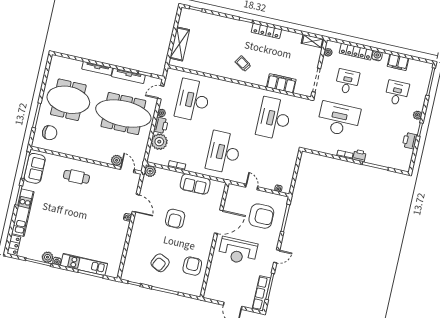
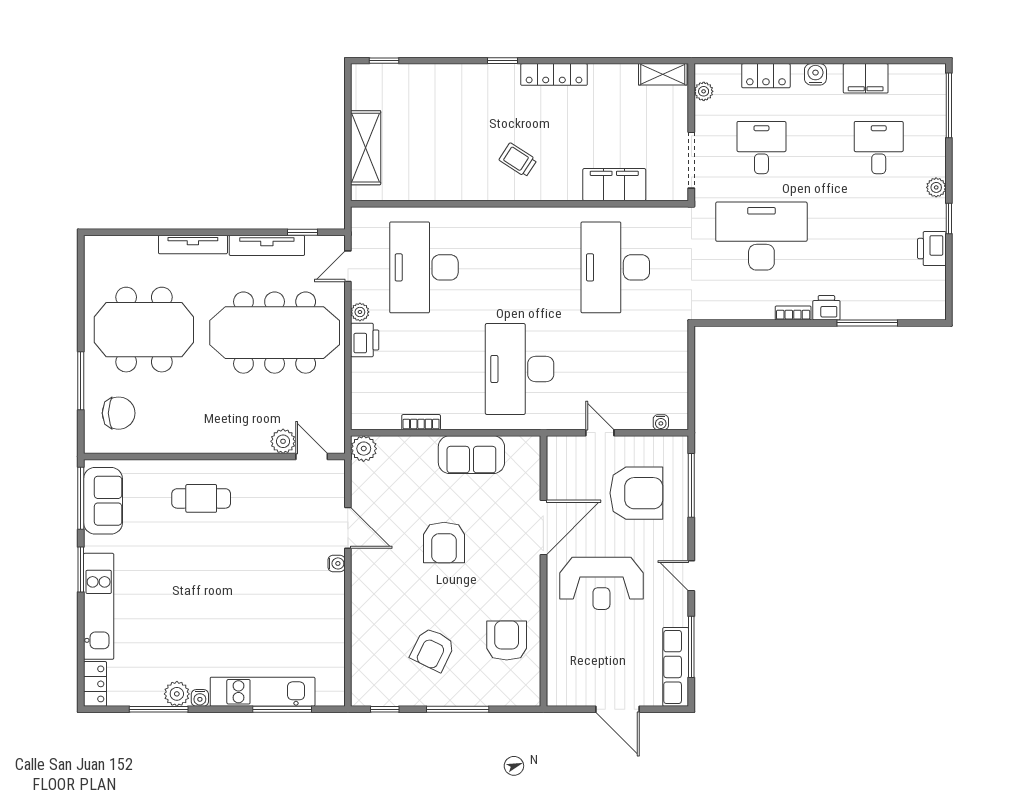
locker: (356, 52) -> (766, 76), width x0.66
plant: (159, 142) -> (370, 378), removed
door: (277, 256) -> (691, 576), swing flipped

